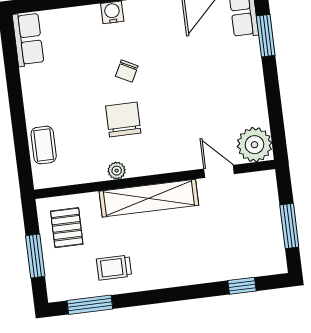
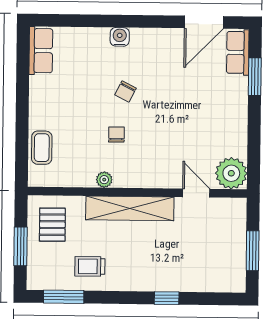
chair: (123, 119) -> (116, 135), width x0.54, depth x0.54
window: (242, 286) -> (167, 298), moved

